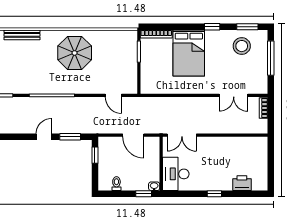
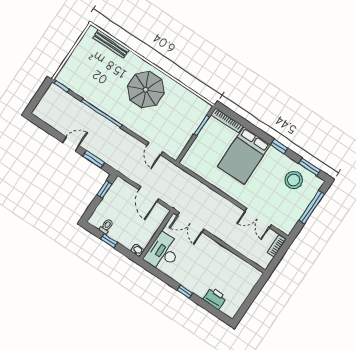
window: (144, 194) -> (109, 241), moved

